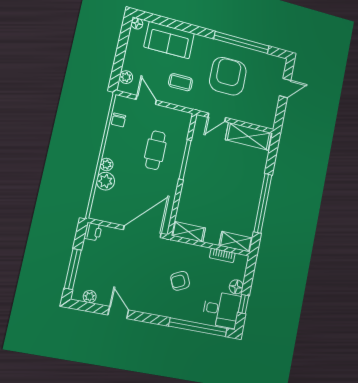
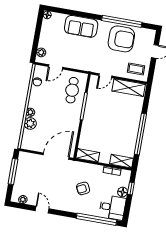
sofa: (169, 40) -> (81, 26), moved
armchair: (228, 76) -> (121, 39), moved, turned 90
coffee table: (180, 82) -> (136, 69), moved
door: (146, 100) -> (56, 67), swing flipped
cafe table: (155, 150) -> (72, 90), moved
printer: (93, 232) -> (23, 157), removed
window: (73, 269) -> (13, 172), moved
window: (244, 304) -> (131, 188), moved

